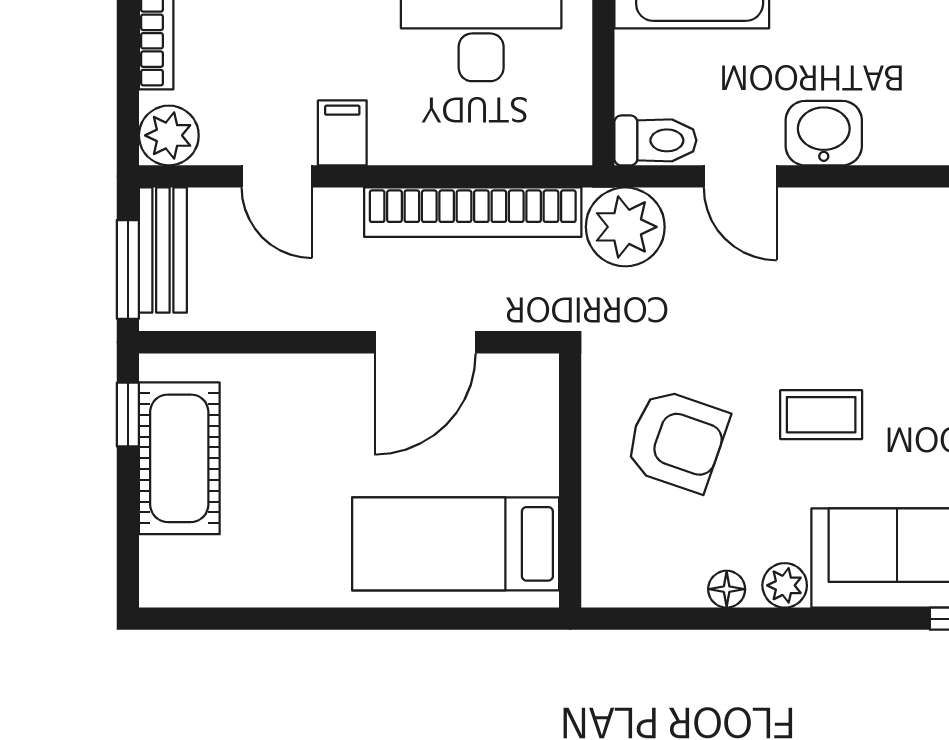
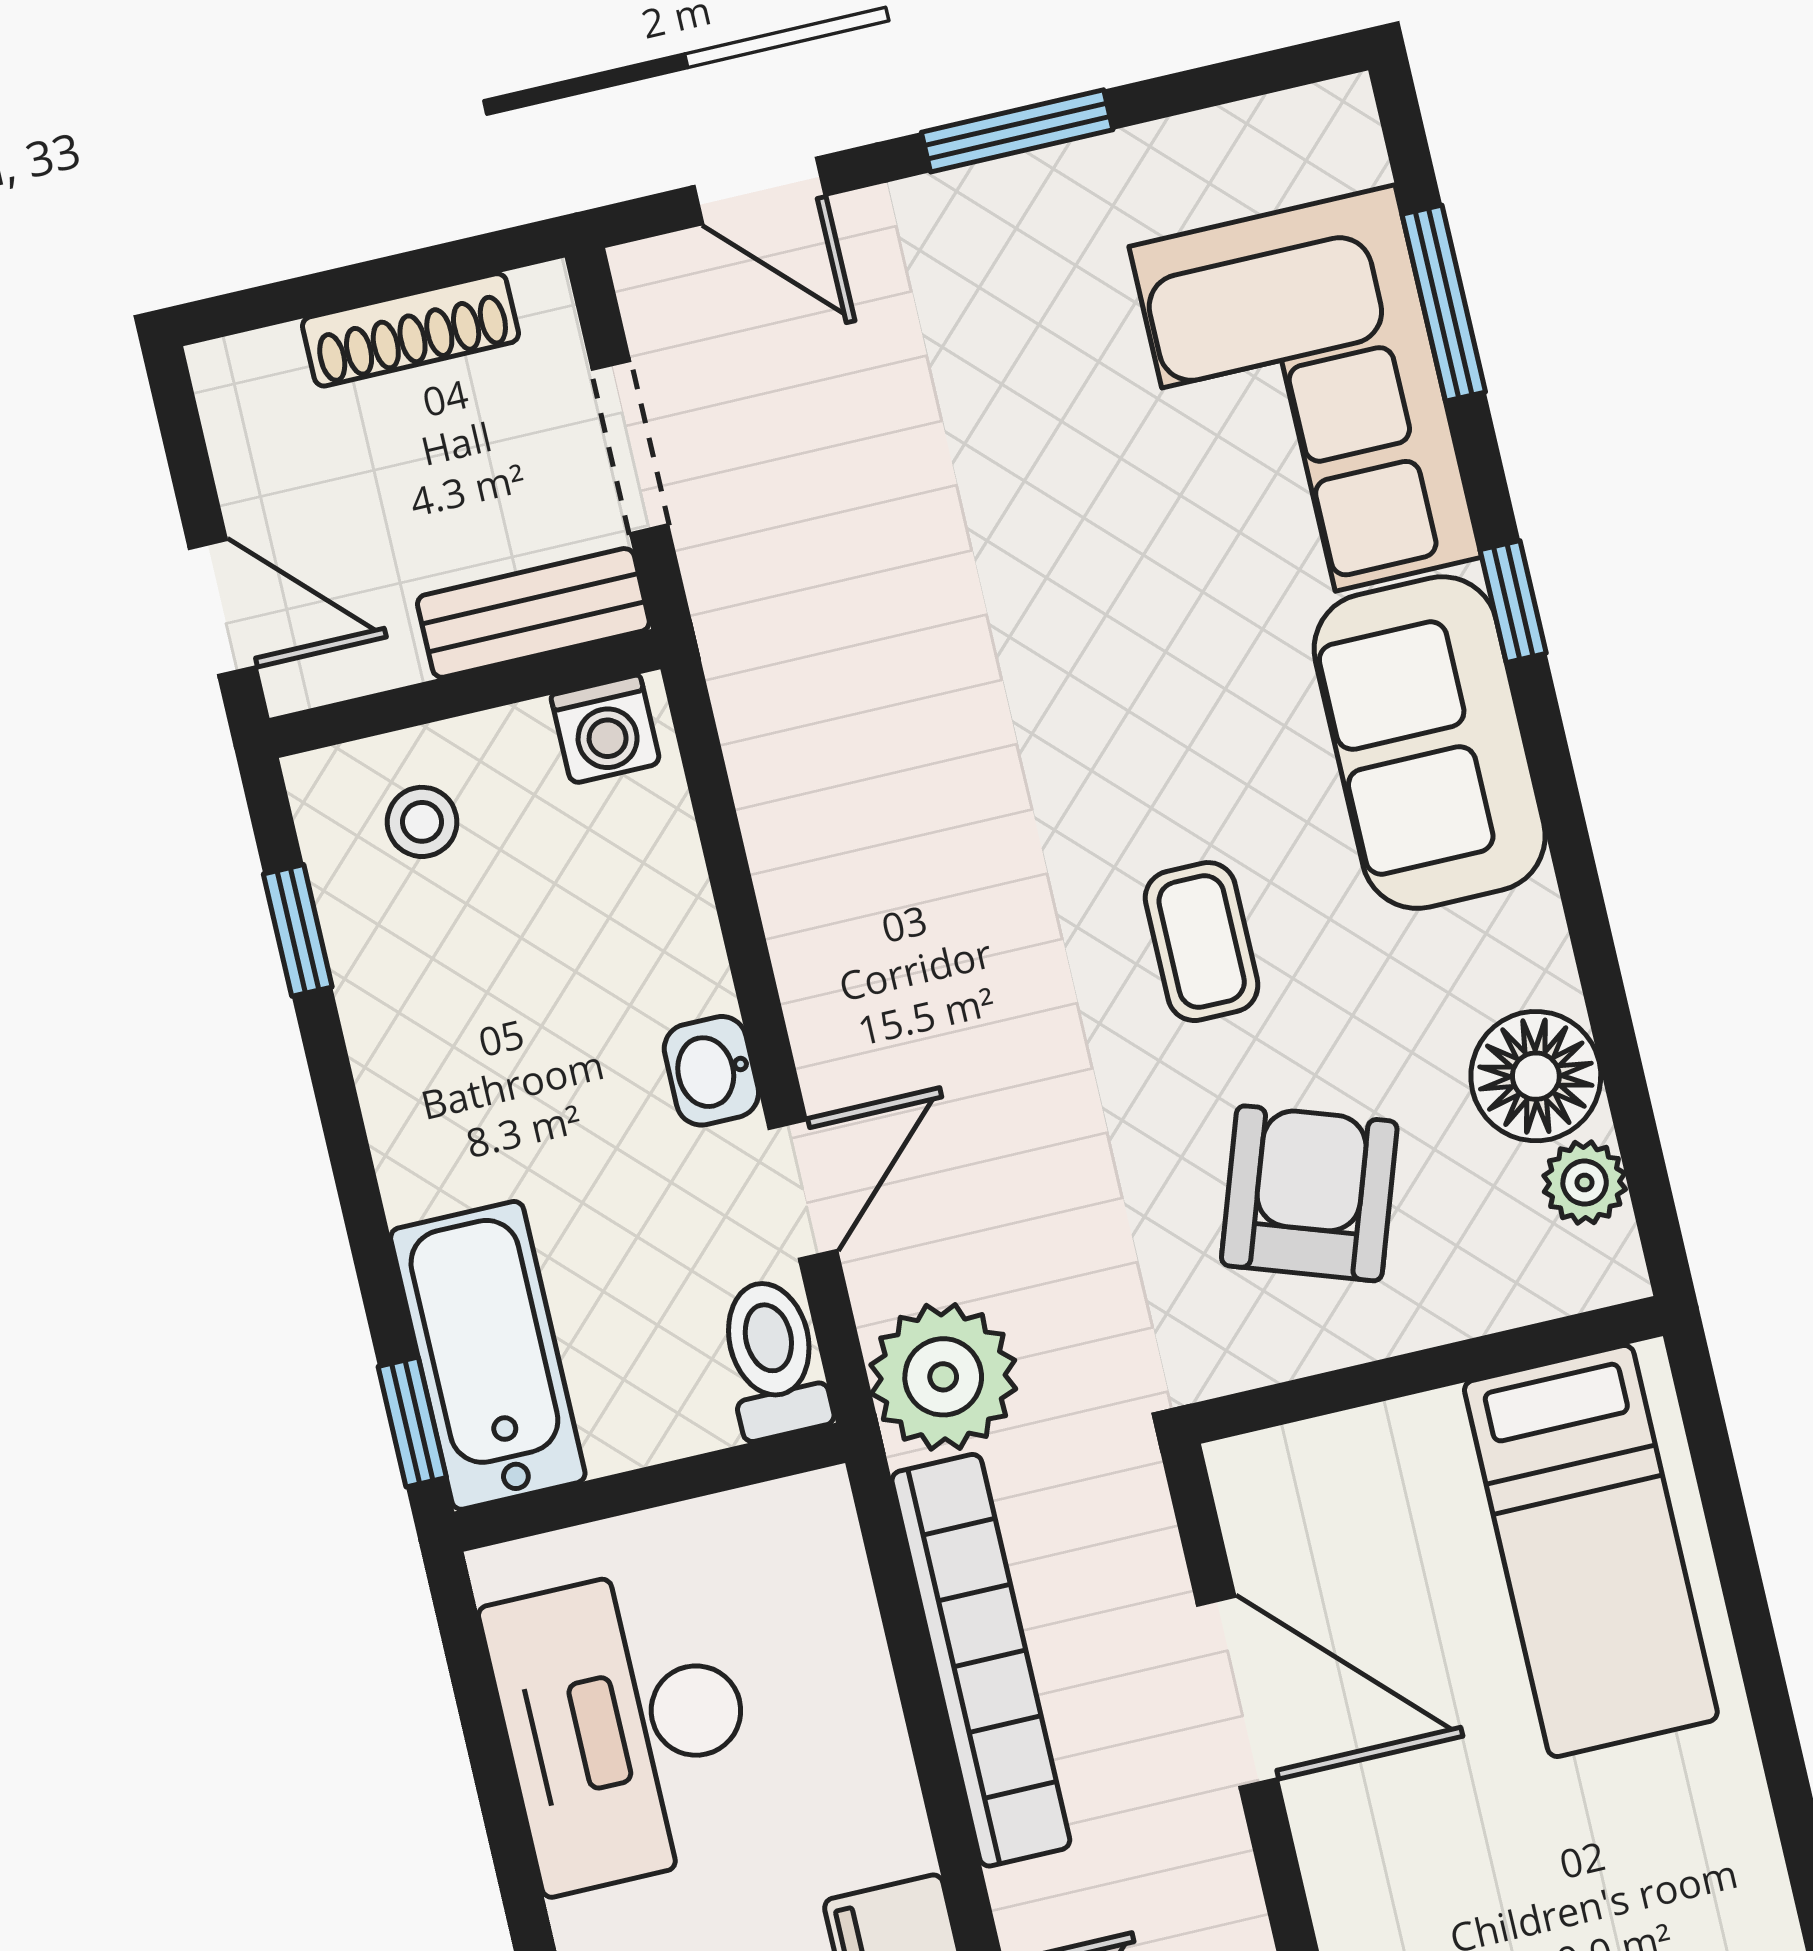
washbasin: (824, 133) -> (711, 1071), width x0.72, depth x0.69
plant: (785, 585) -> (1585, 1183), moved
floor lamp: (727, 589) -> (1536, 1076), width x1.89, depth x1.89

